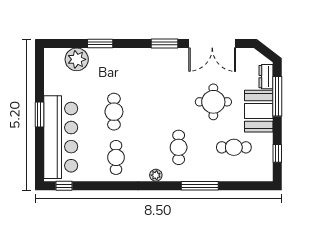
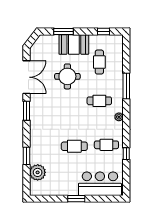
dresser: (266, 77) -> (50, 39), removed
window: (277, 96) -> (63, 32), width x0.69
bar counter: (61, 137) -> (100, 184), width x0.73
window: (64, 186) -> (126, 154), moved

